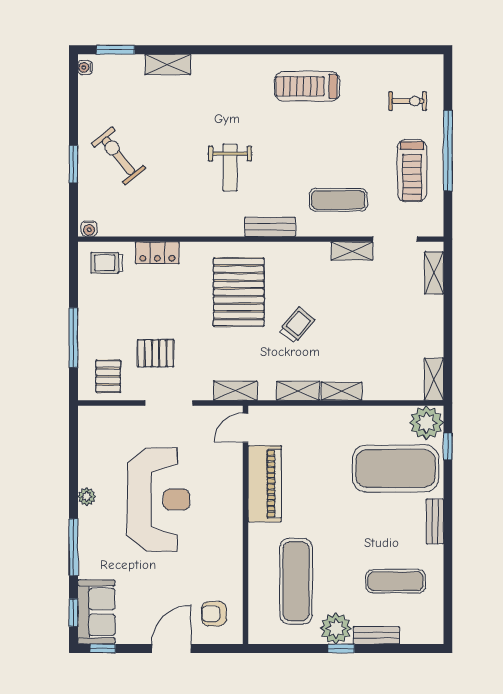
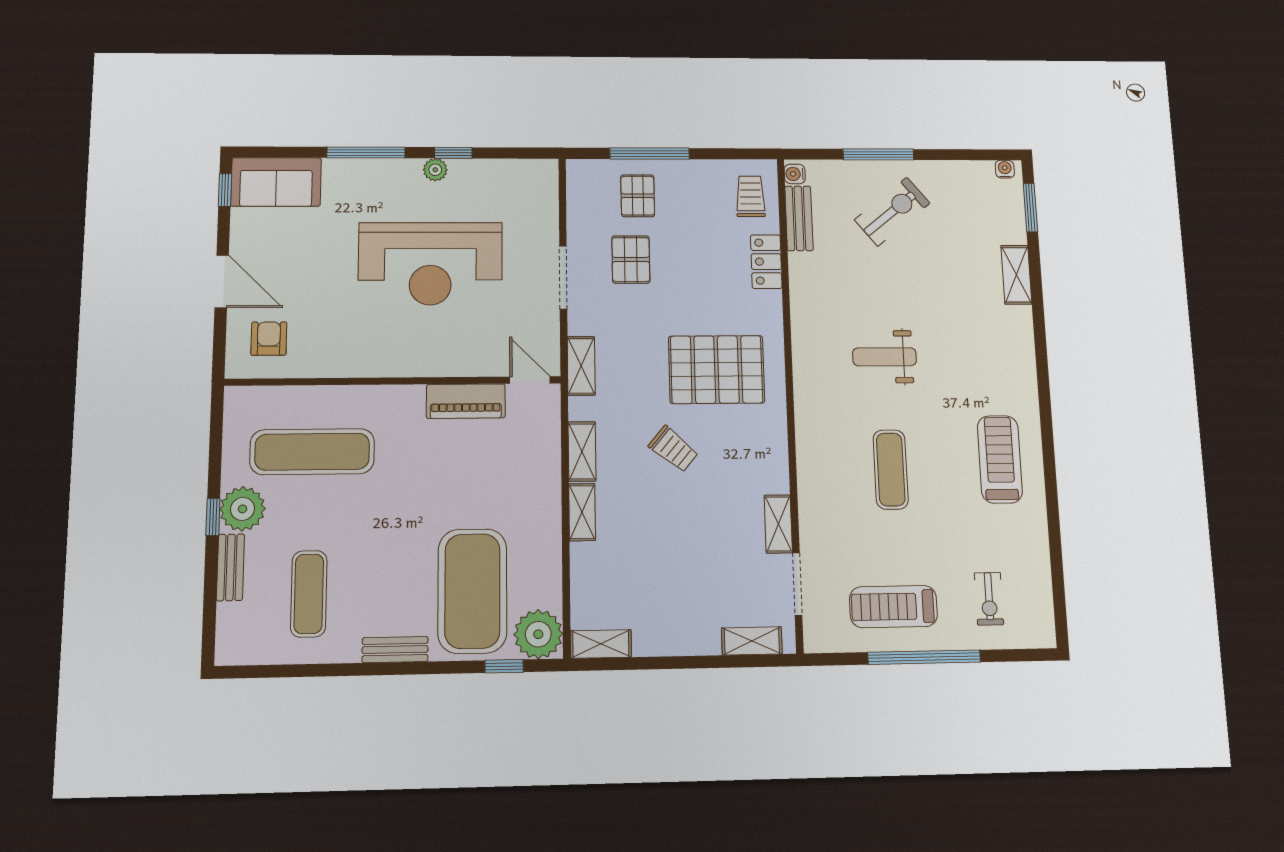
window: (73, 164) -> (878, 154), width x1.44
exercise mat: (338, 200) -> (891, 469), moved
bench: (270, 227) -> (799, 218), moved
pallet: (108, 376) -> (638, 196), moved, turned 90
piano: (265, 484) -> (466, 401), width x0.73, depth x0.75
window: (73, 613) -> (453, 153), moved

